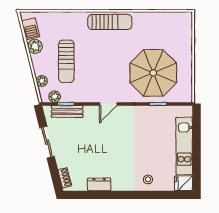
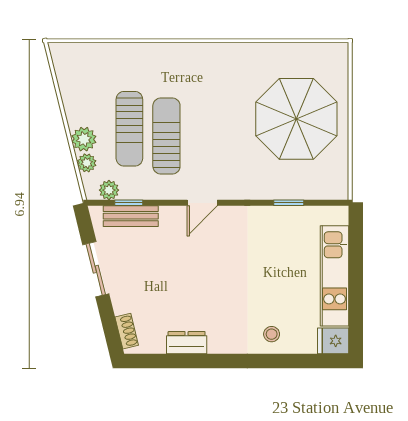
sun lounger: (110, 22) -> (166, 136), moved, turned -90
barbecue: (31, 29) -> (67, 72), removed
plant: (35, 46) -> (84, 139), moved
parasol: (153, 73) -> (296, 119), moved

